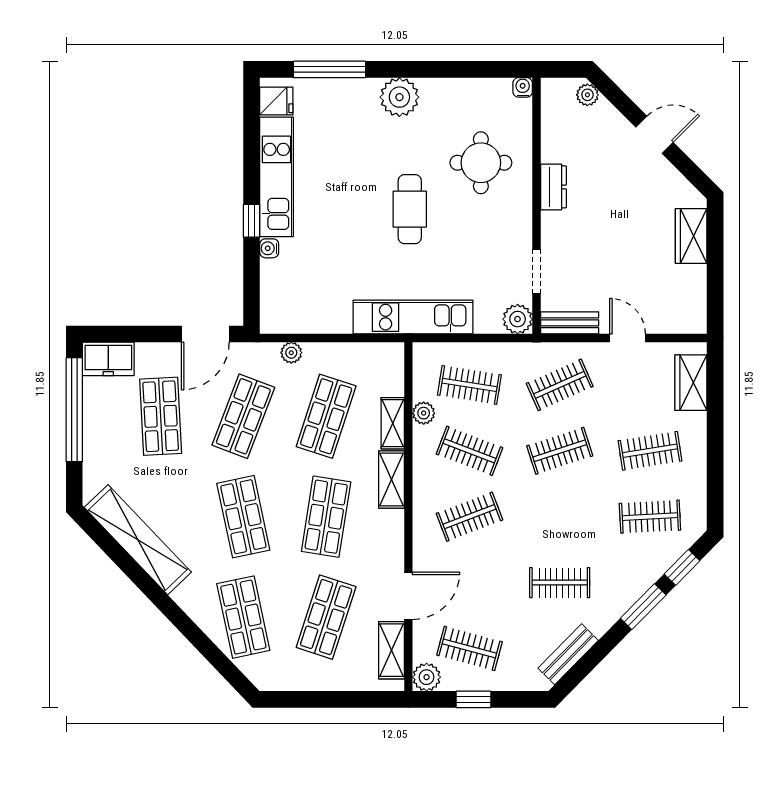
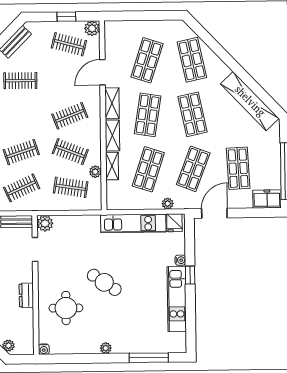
plant: (399, 97) -> (106, 348), width x0.53, depth x0.53
fridge: (276, 101) -> (174, 223), moved, turned -90
cafe table: (410, 209) -> (104, 282), turned -56
kitchen unit: (413, 317) -> (133, 223), moved
shelving: (391, 650) -> (112, 103), moved

